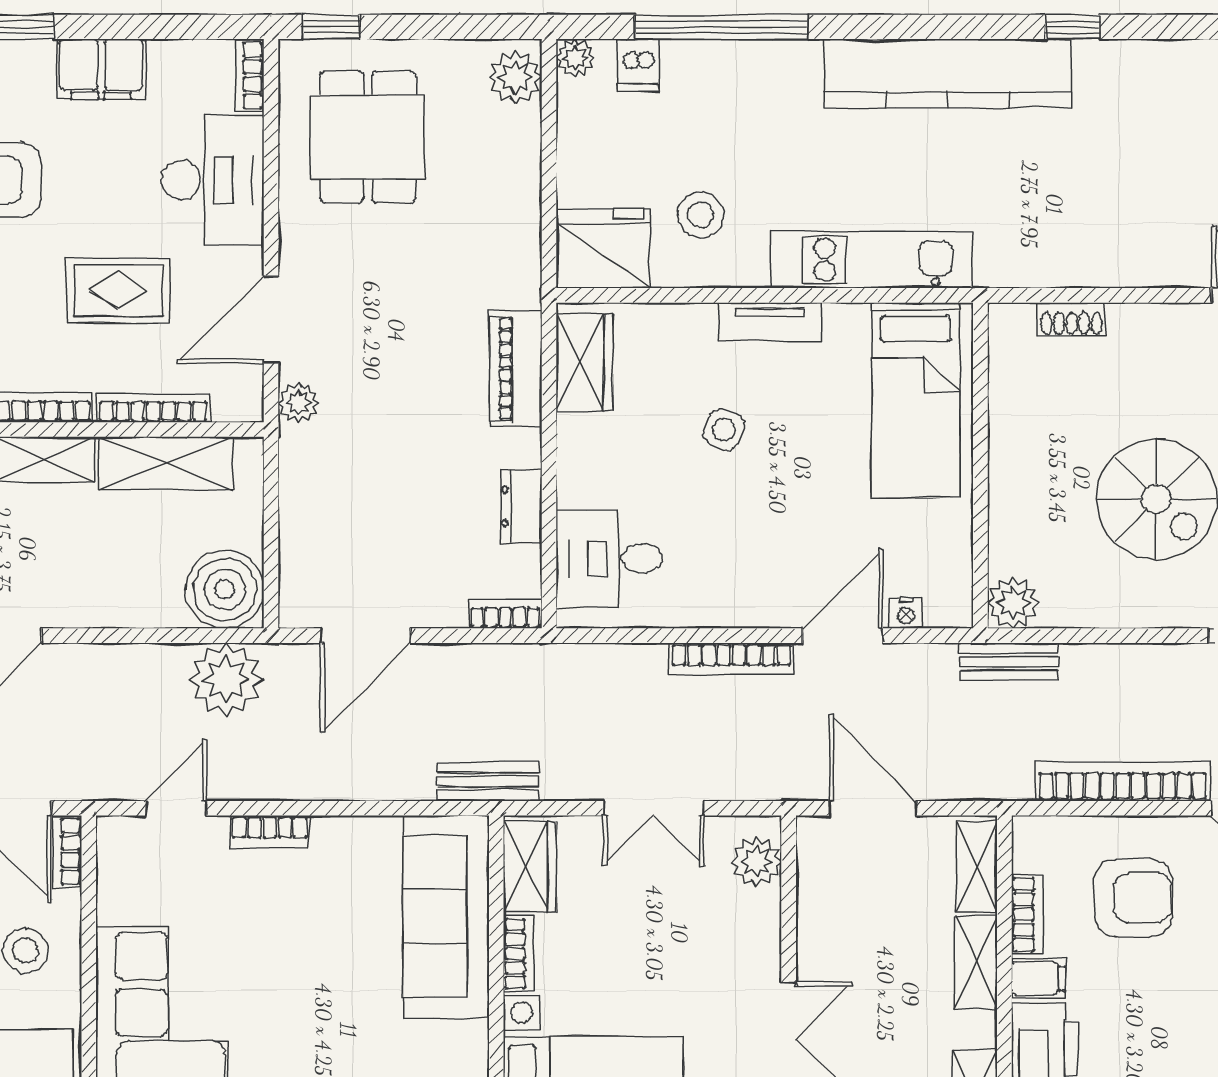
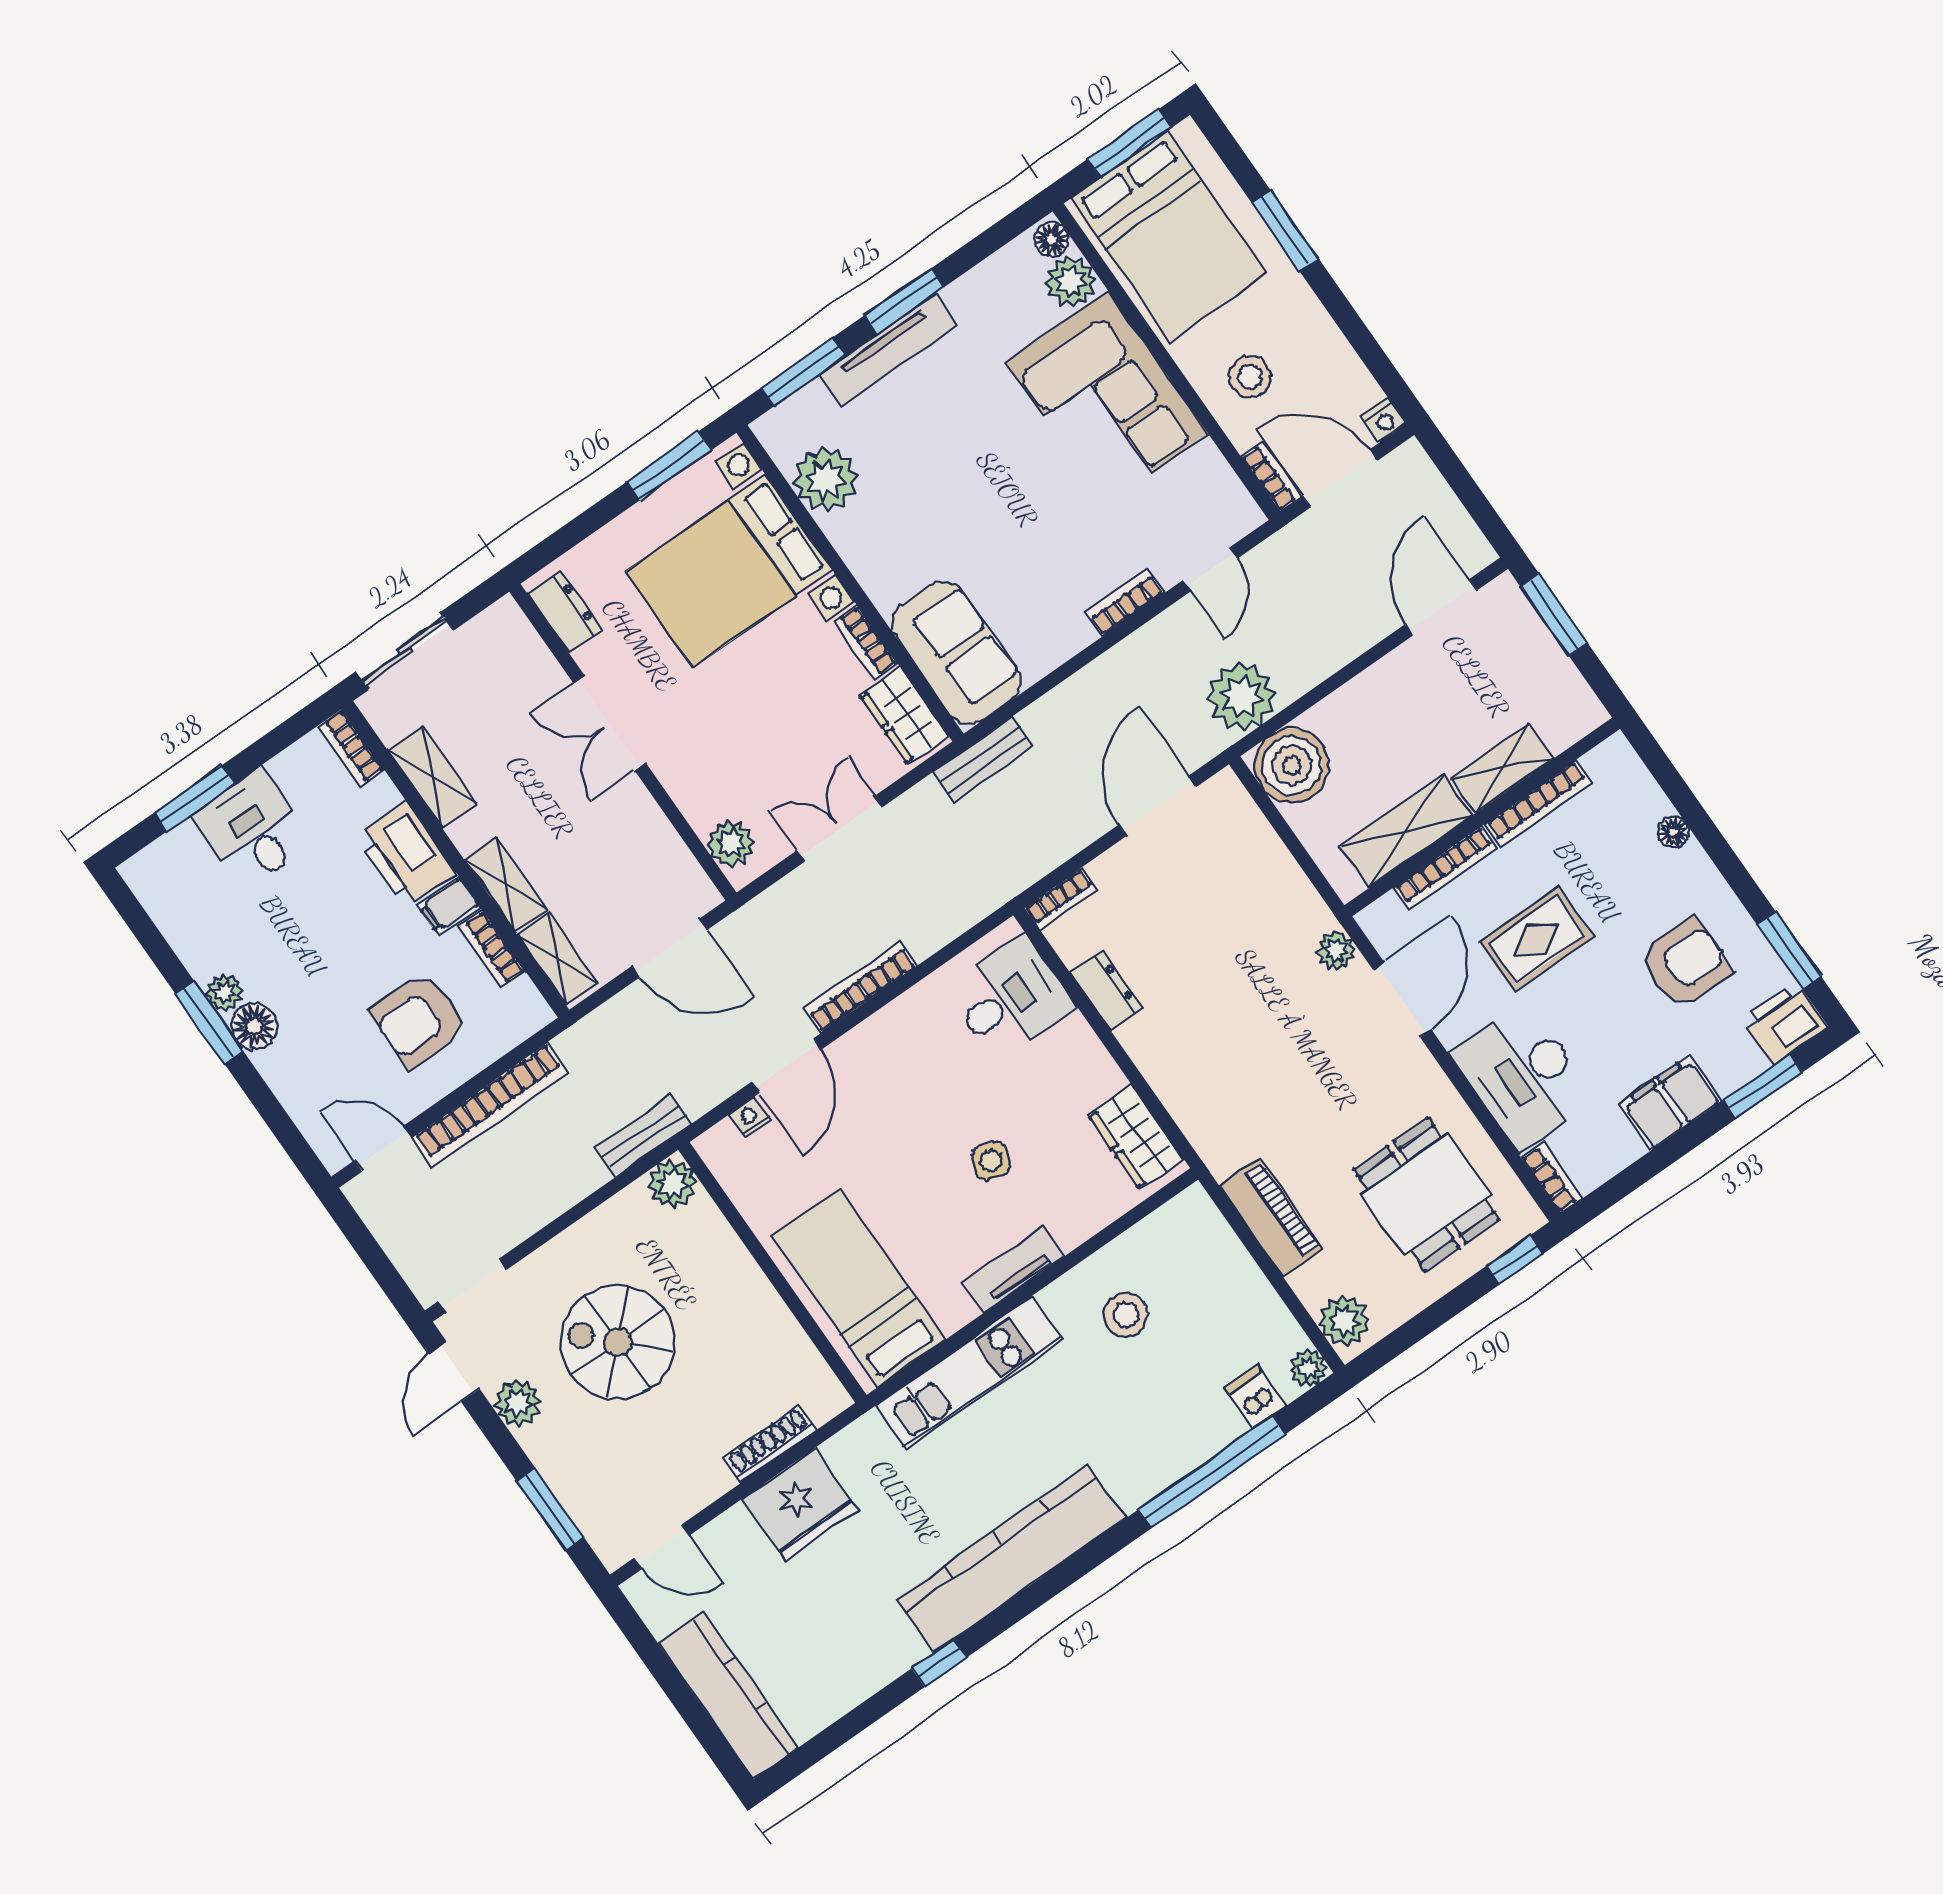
fridge: (604, 249) -> (800, 1504), moved
shoe rack: (1071, 319) -> (770, 1443), width x1.43
piano: (516, 369) -> (1271, 1217), moved
sofa: (446, 916) -> (957, 653), width x0.73

